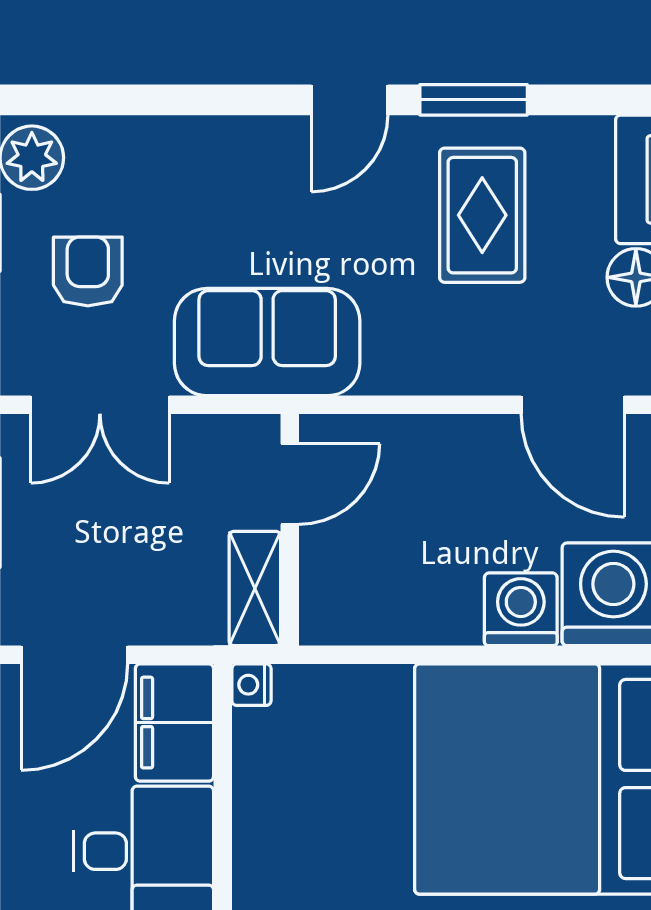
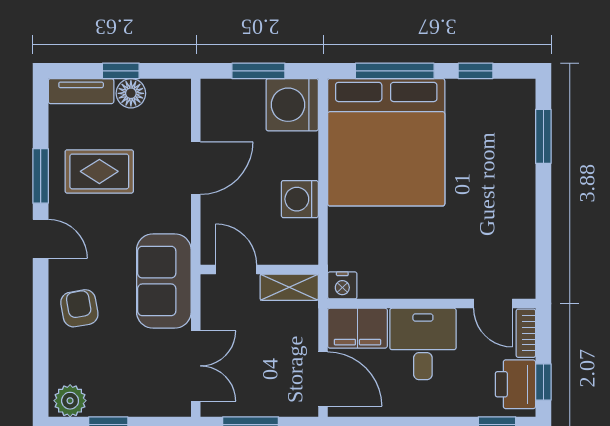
armchair: (88, 271) -> (79, 308), moved, turned 80
door: (573, 405) -> (196, 168), moved
washing machine: (521, 609) -> (300, 199), moved
nightstand: (251, 685) -> (342, 285), width x1.39, depth x1.35

